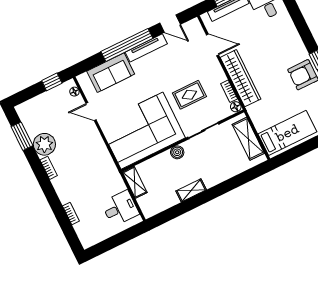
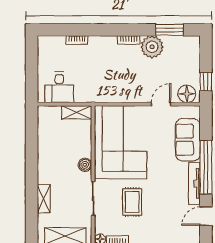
floor lamp: (74, 92) -> (187, 94), width x1.89, depth x1.89
shelving: (191, 190) -> (44, 199), moved

